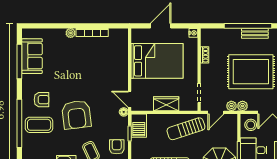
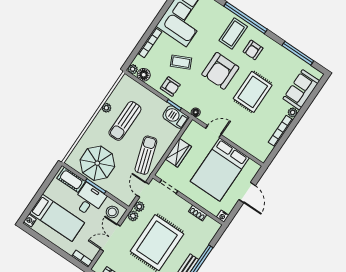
sofa: (32, 56) -> (301, 90), moved, turned 90
rug: (76, 77) -> (253, 92), added
door: (130, 99) -> (213, 132), moved
armchair: (76, 115) -> (220, 71), turned -83

